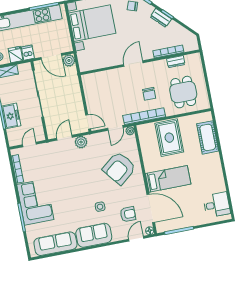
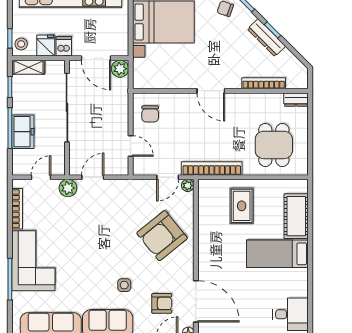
dresser: (161, 18) -> (266, 38), width x1.44
dresser: (176, 62) -> (296, 100), moved
door: (133, 64) -> (211, 91), swing flipped
chair: (149, 94) -> (150, 114), moved
door: (88, 122) -> (131, 146), moved
rug: (169, 138) -> (242, 206), width x0.73, depth x0.70
plant: (81, 142) -> (68, 188), moved
bed: (168, 179) -> (277, 254), moved, turned 180

